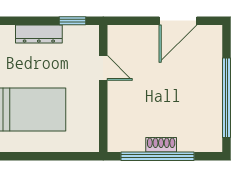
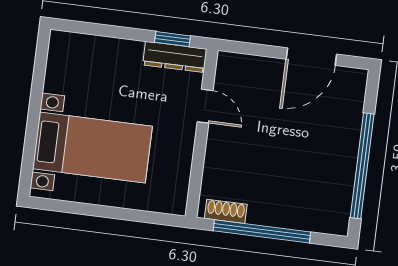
dresser: (39, 34) -> (175, 57), moved
shoe rack: (161, 145) -> (226, 211), moved

